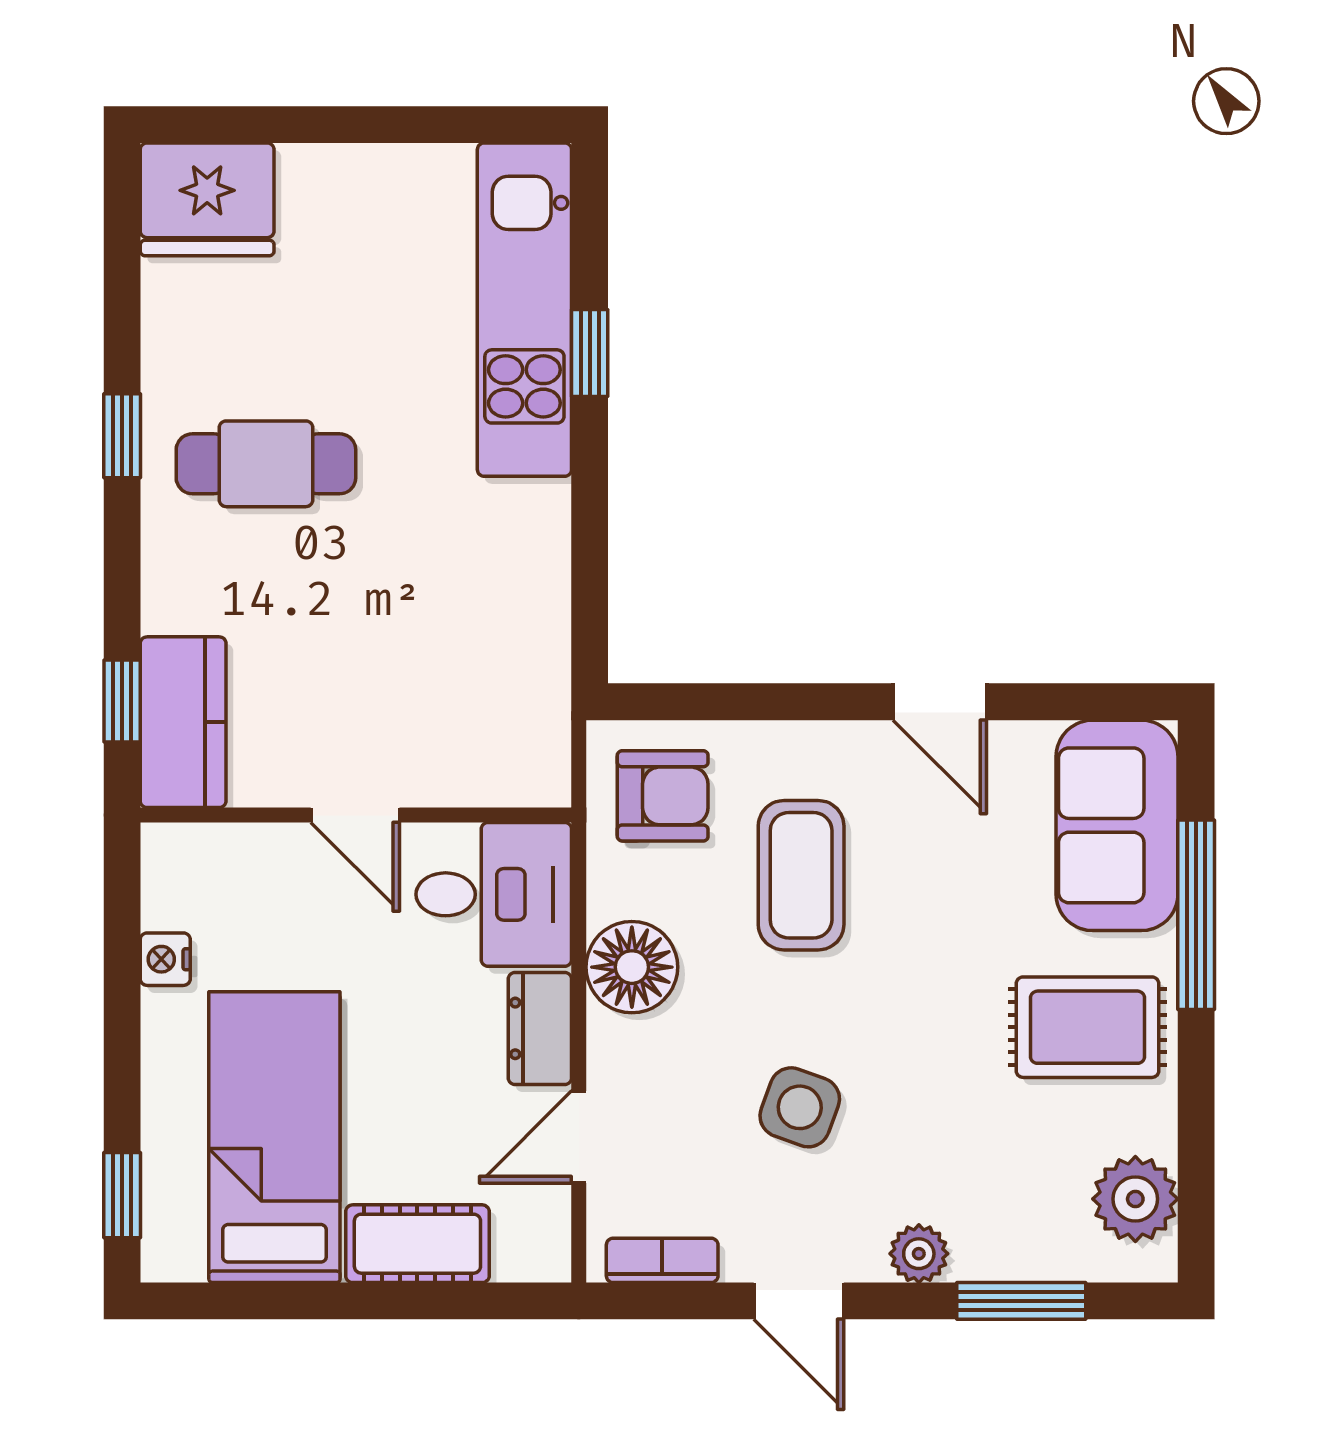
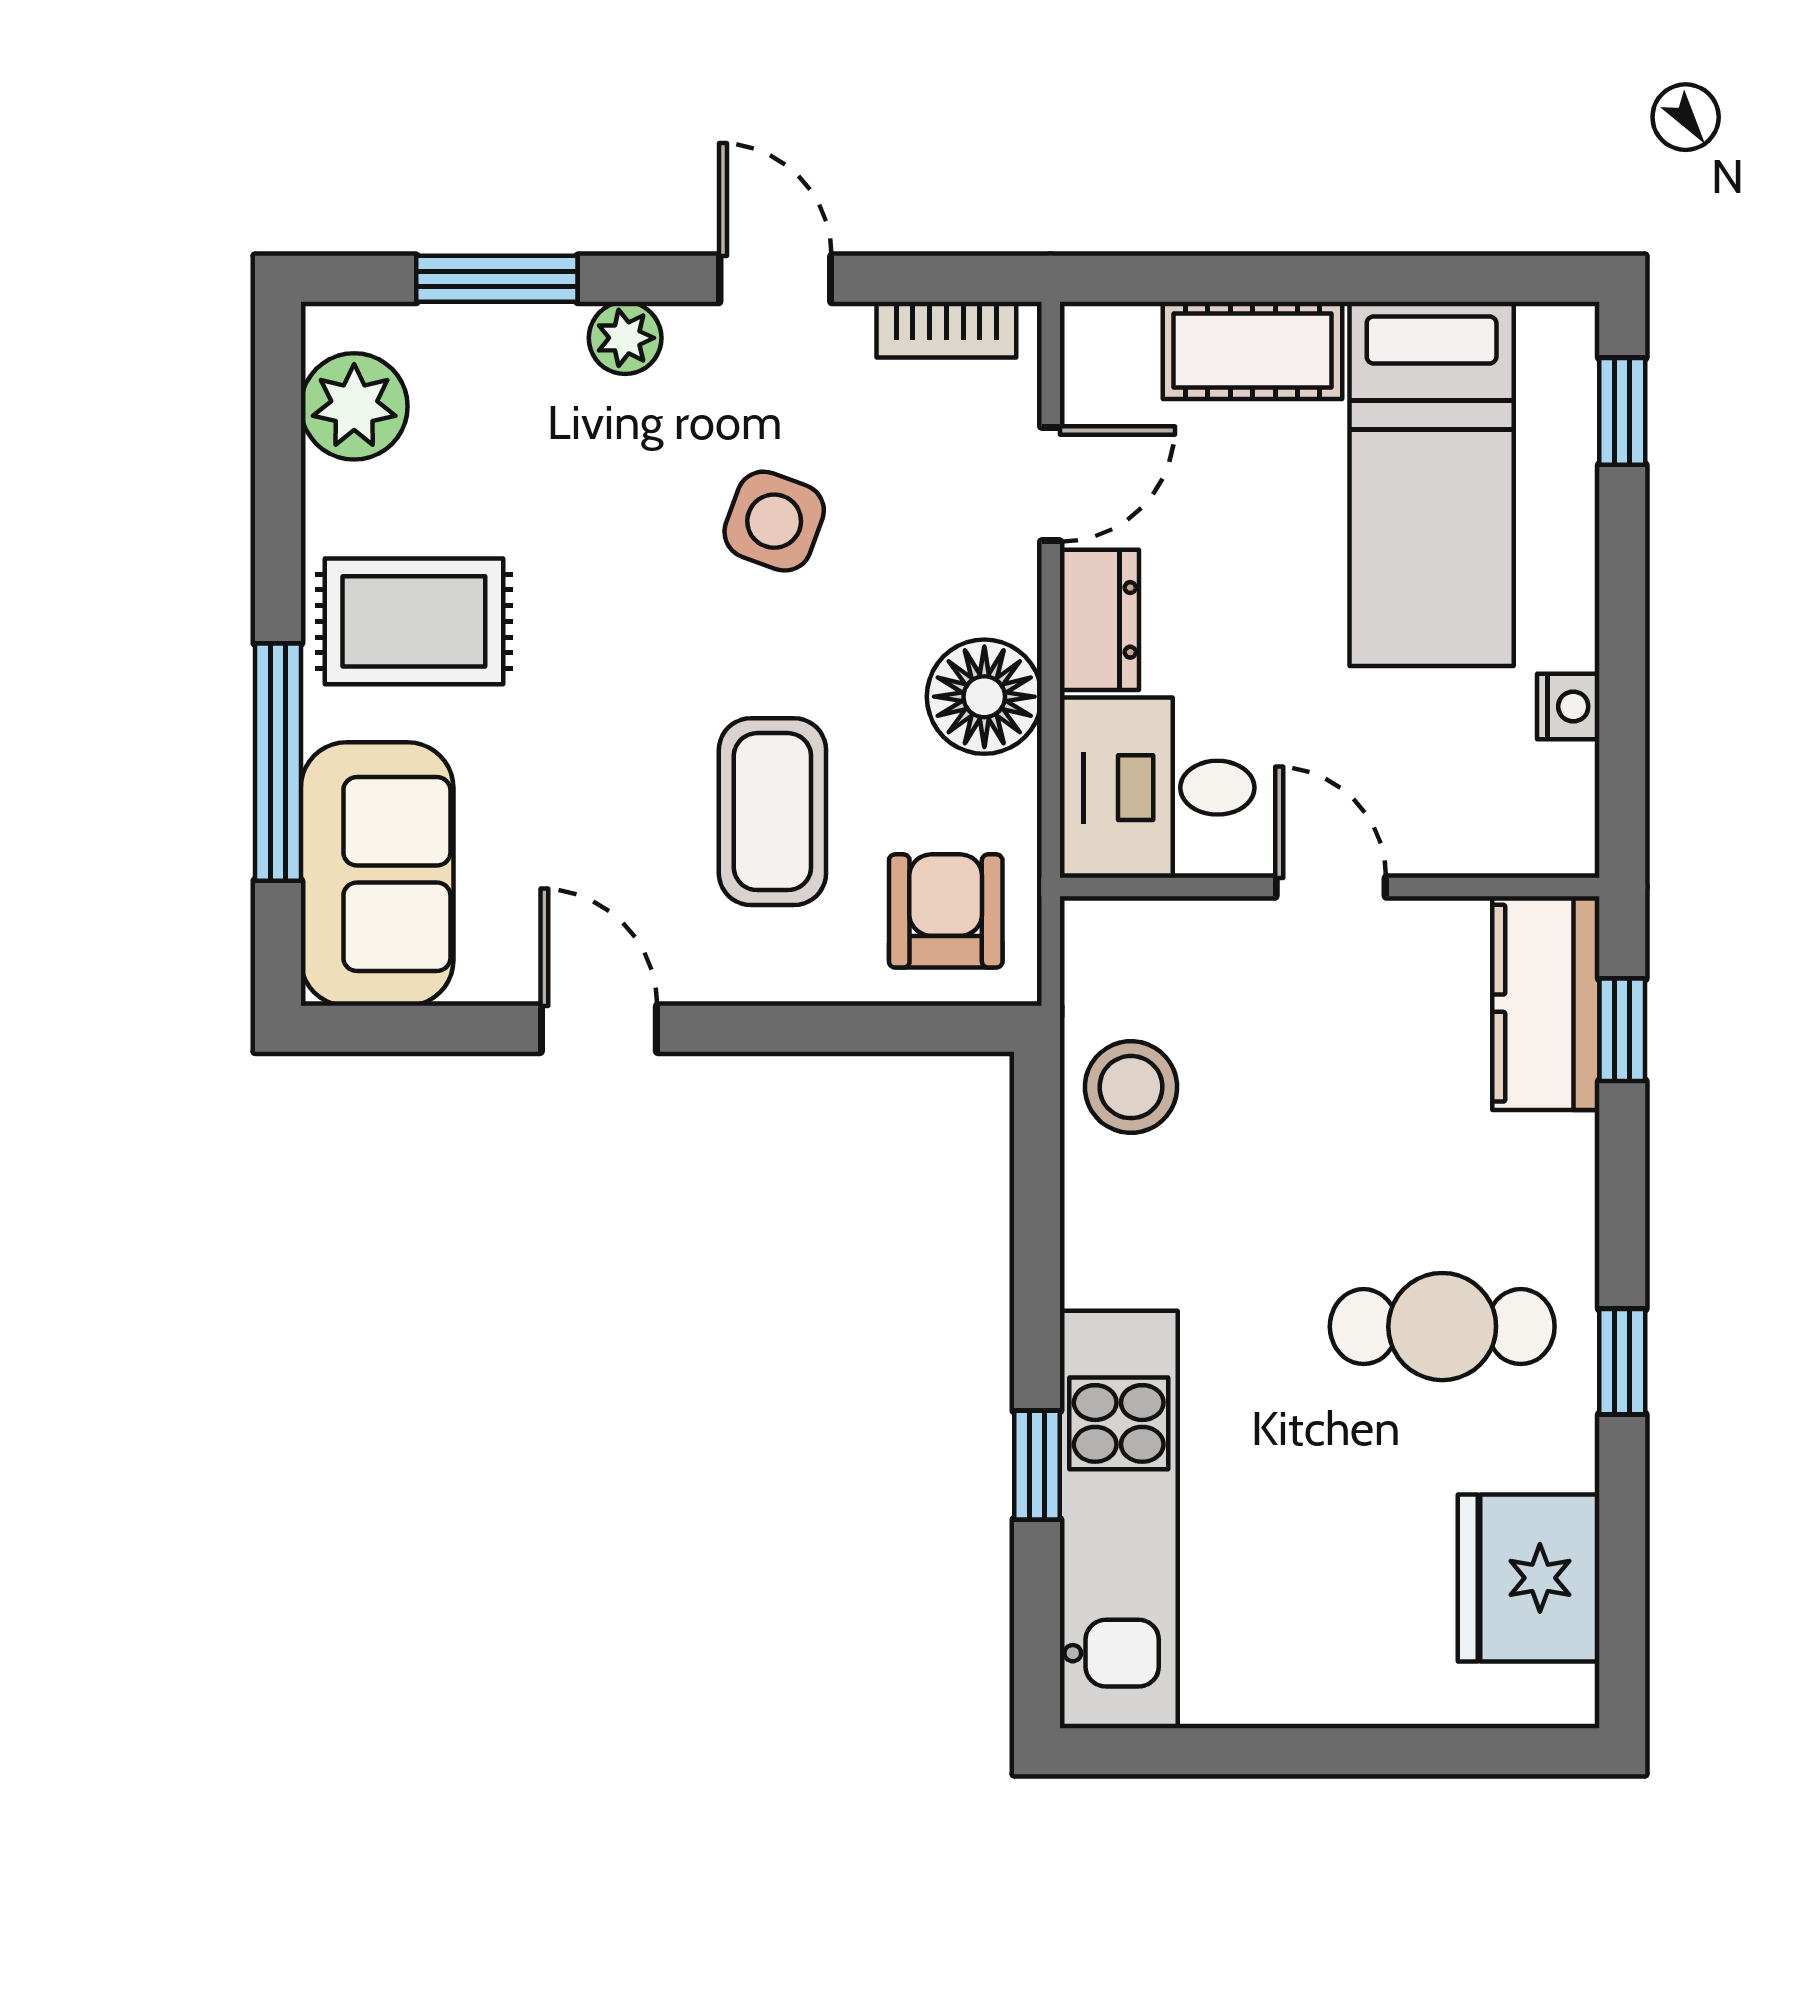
fridge: (207, 199) -> (1529, 1578), moved, turned -90
stool: (515, 655) -> (1131, 1087), added
armchair: (663, 796) -> (946, 911), turned 90

